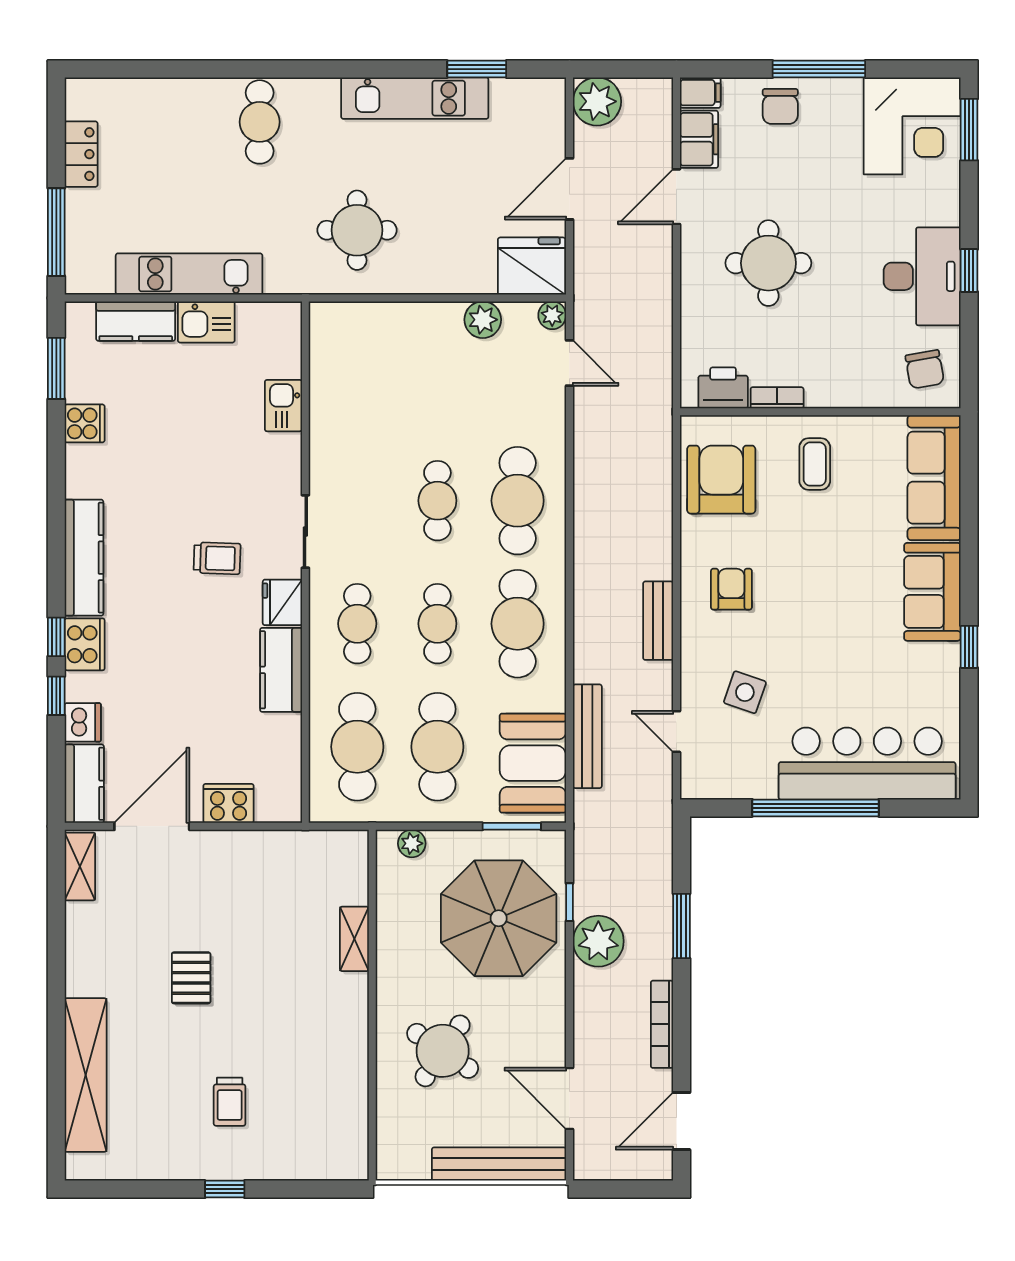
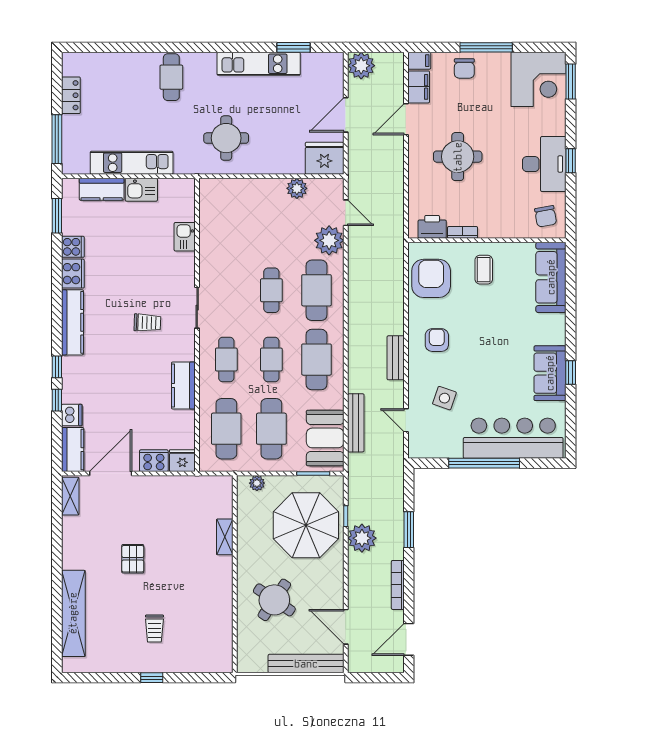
plant: (552, 315) -> (329, 240), moved, width x1.88, depth x1.88
sofa: (932, 592) -> (550, 373), moved
fridge: (282, 602) -> (182, 461), moved, turned 90
cooker: (85, 644) -> (73, 274), moved

